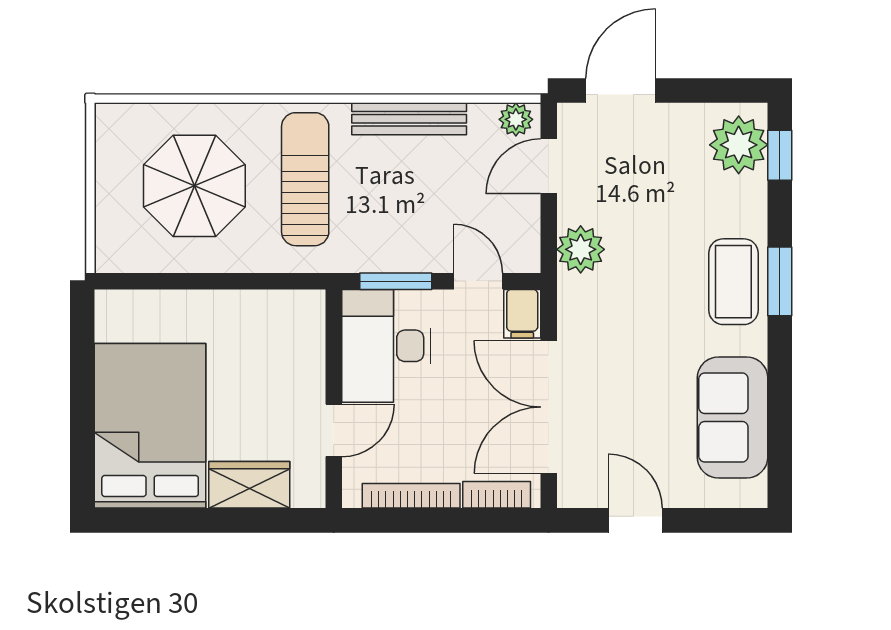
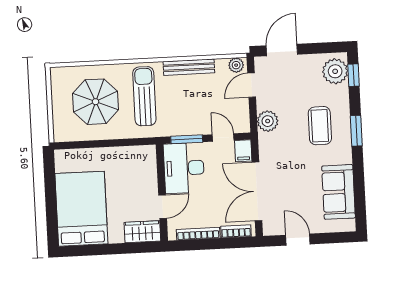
coffee table: (733, 282) -> (320, 126), moved
wardrobe: (249, 485) -> (142, 232), moved

